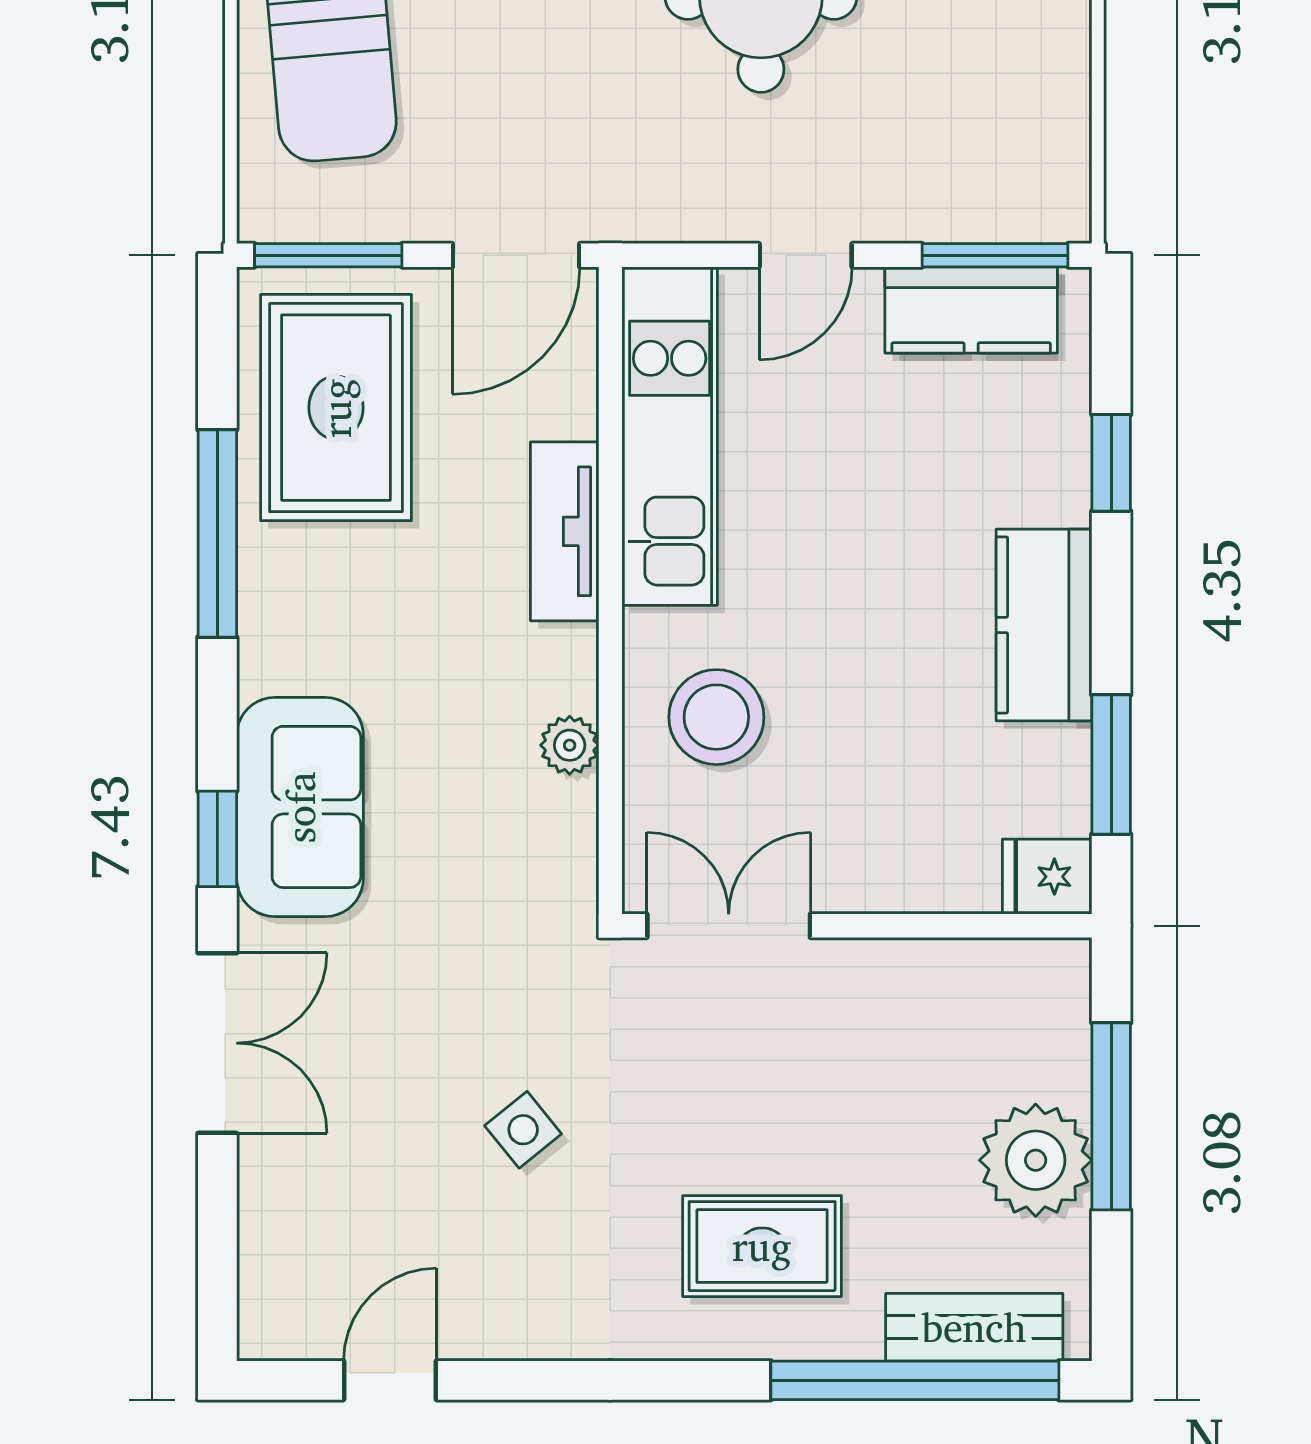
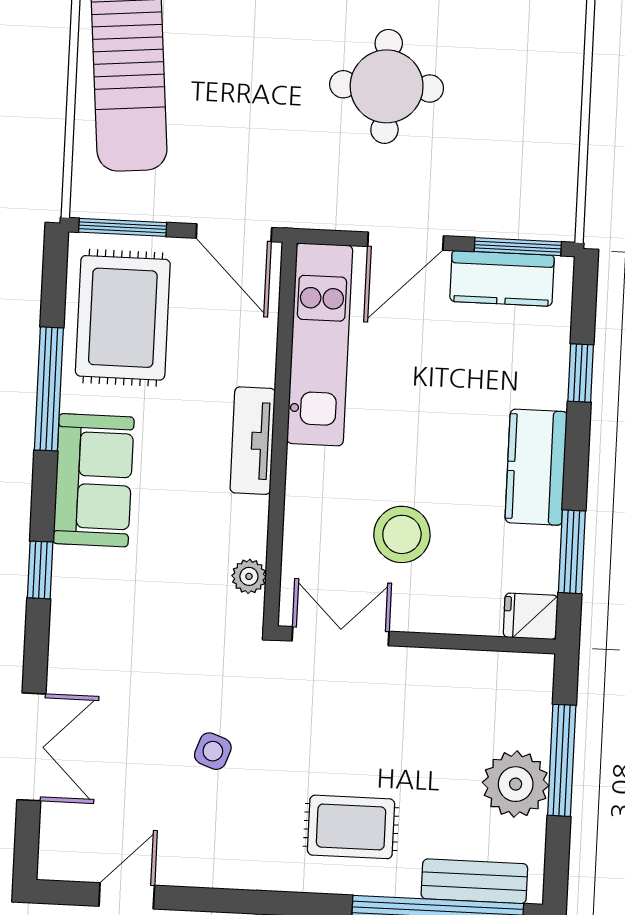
door: (516, 255) -> (234, 233), hinge flipped
door: (806, 255) -> (406, 241), width x1.38
tv unit: (565, 531) -> (253, 441), moved
stool: (716, 717) -> (402, 534), moved
plant: (570, 745) -> (249, 576), moved
sofa: (300, 807) -> (94, 480), moved
double door: (217, 1043) -> (31, 747), moved
side table: (523, 1130) -> (213, 751), turned -31

